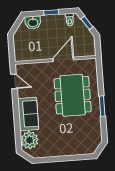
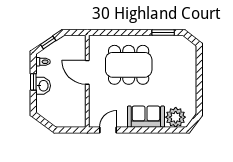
washbasin: (33, 22) -> (43, 86), moved
window: (102, 106) -> (163, 32), moved

